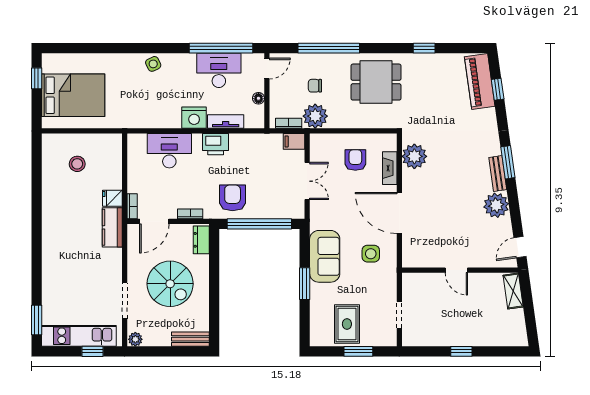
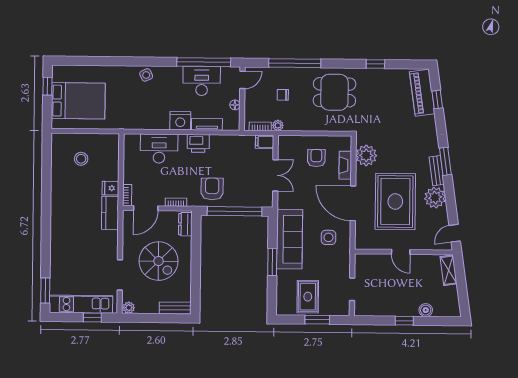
plant: (315, 116) -> (278, 125), width x0.53, depth x0.53
rug: (449, 210) -> (395, 201), added
sofa: (325, 256) -> (290, 239), width x1.36
boiler: (487, 338) -> (426, 310), added

